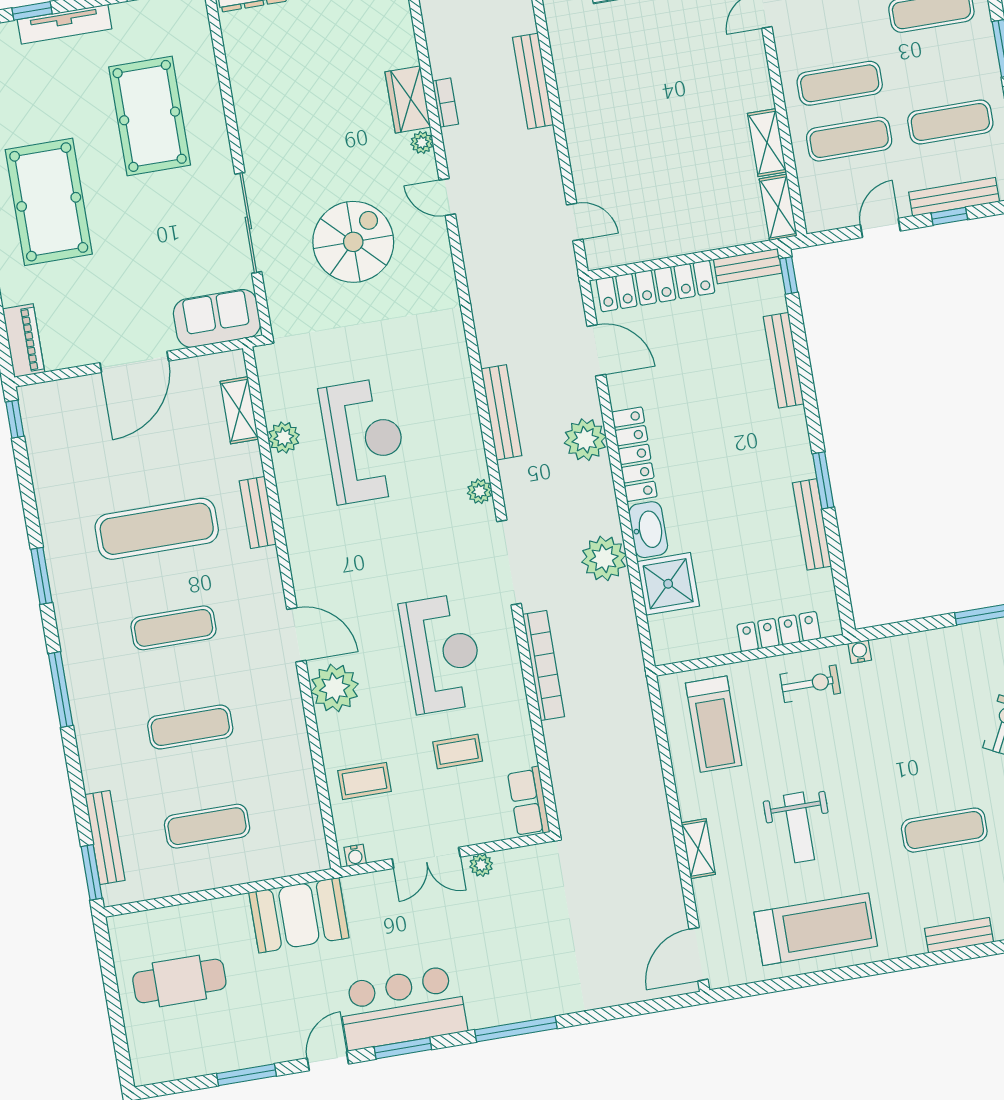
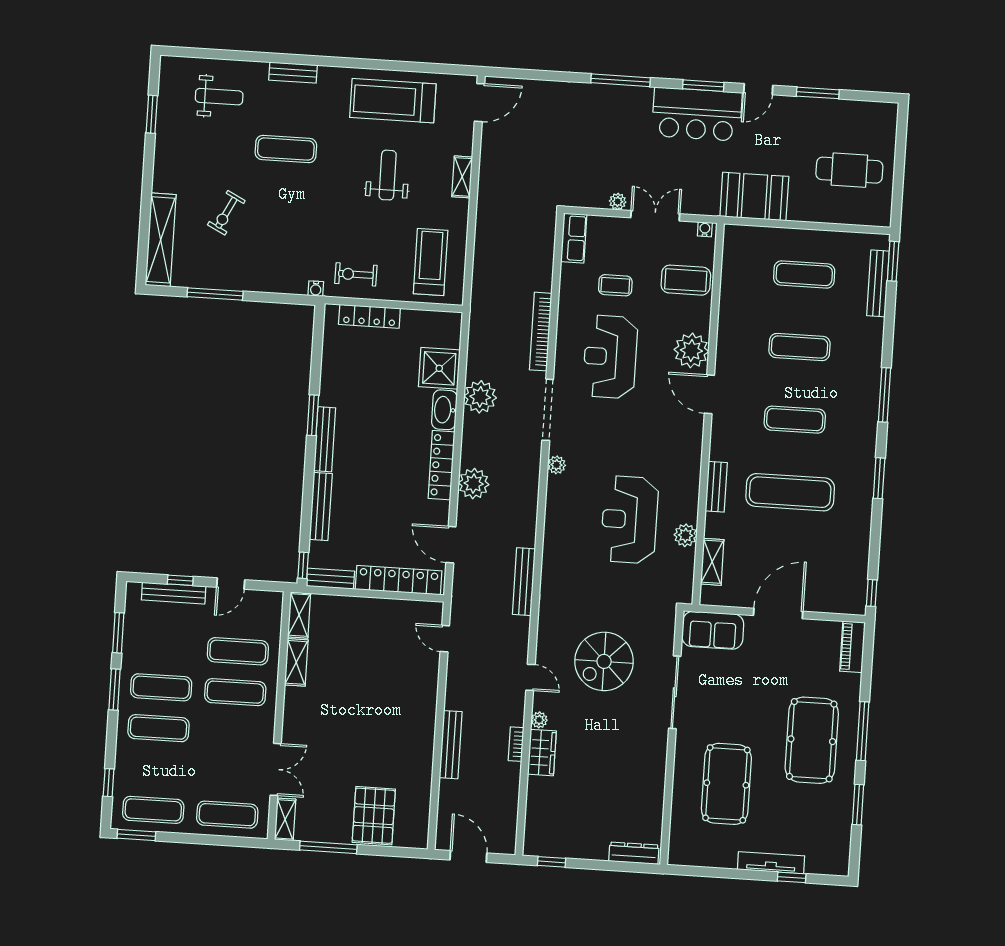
exercise mat: (950, 122) -> (161, 687), moved
bench: (501, 412) -> (524, 582), moved
bench: (812, 524) -> (325, 439), moved
coffee table: (364, 781) -> (686, 280), width x1.36, depth x1.30

